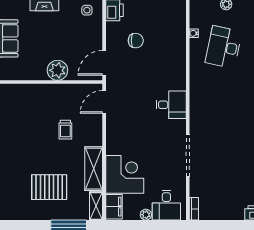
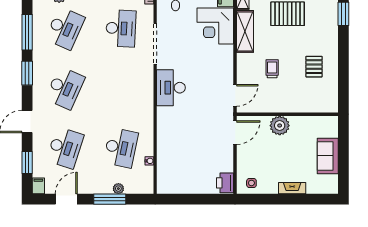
chair: (136, 41) -> (205, 154), removed
desk: (171, 105) -> (171, 88), width x1.37
pallet: (21, 132) -> (314, 67), added
desk: (224, 172) -> (121, 28), added

